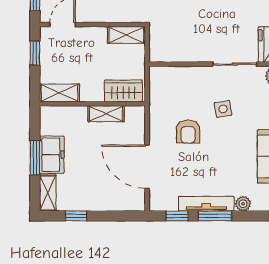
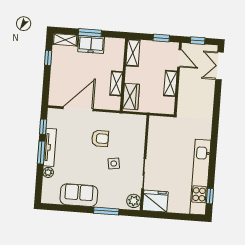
shelving: (126, 35) -> (170, 83), moved
armchair: (188, 132) -> (100, 138), turned 180

